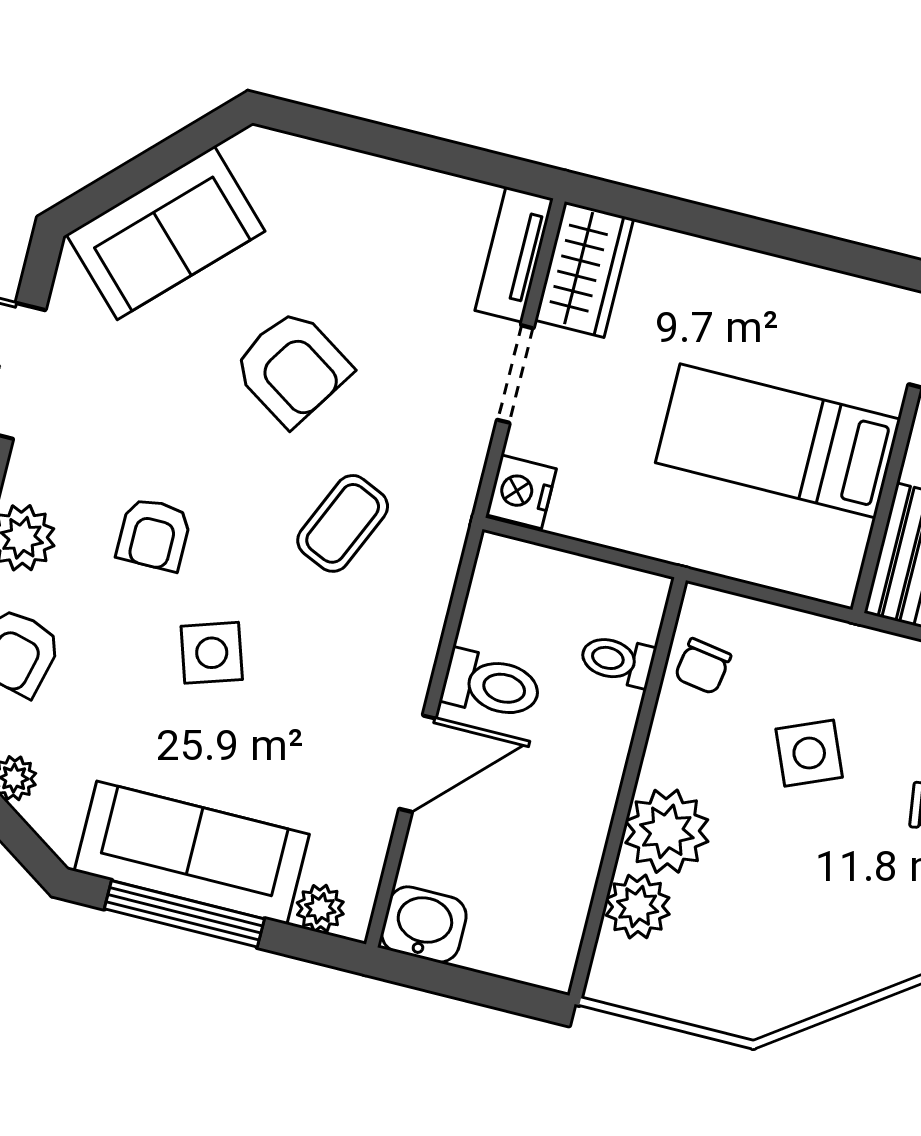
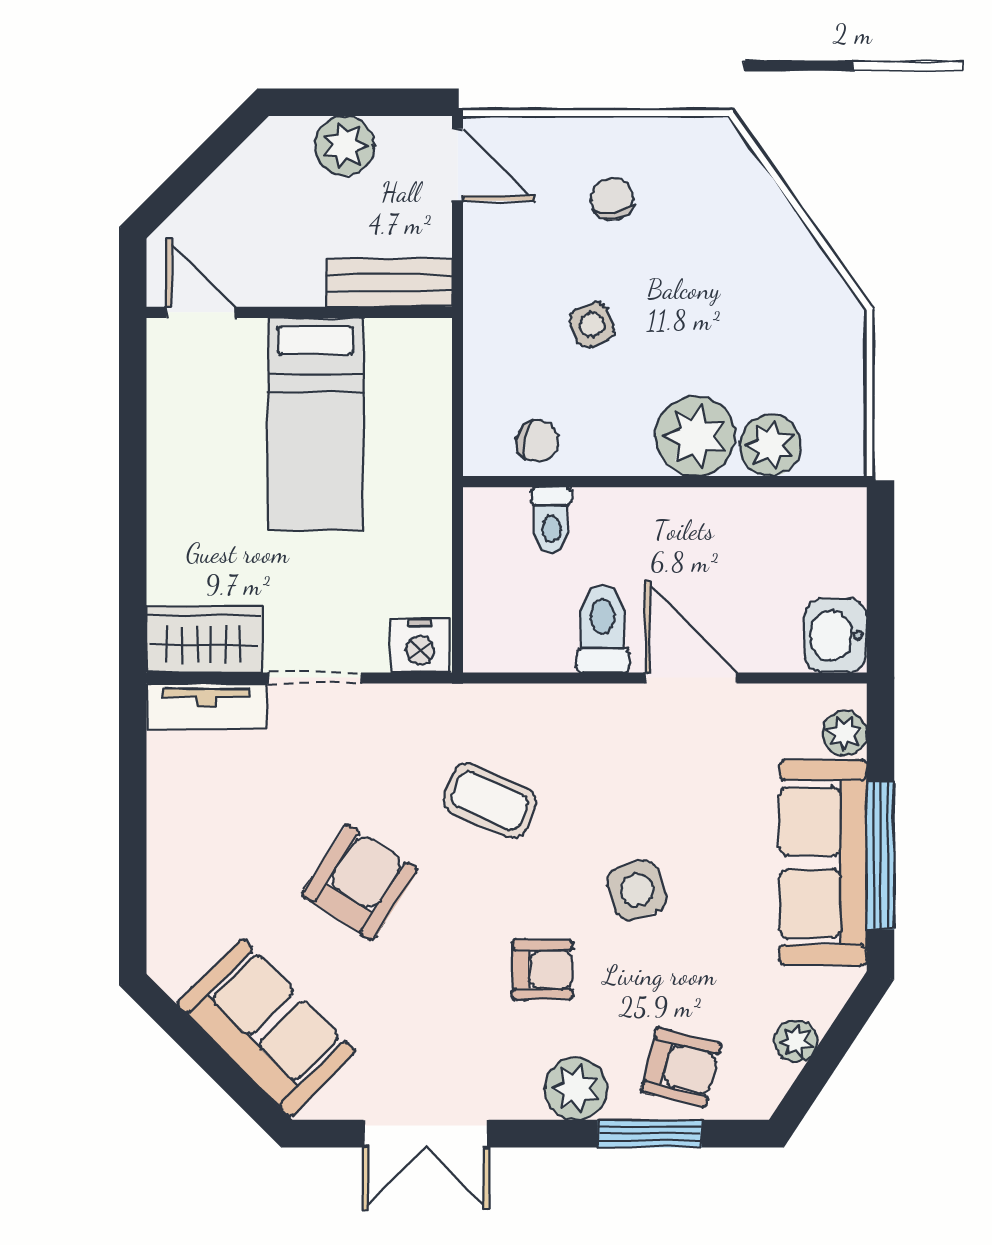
side table: (809, 753) -> (592, 325), width x0.73, depth x0.73

